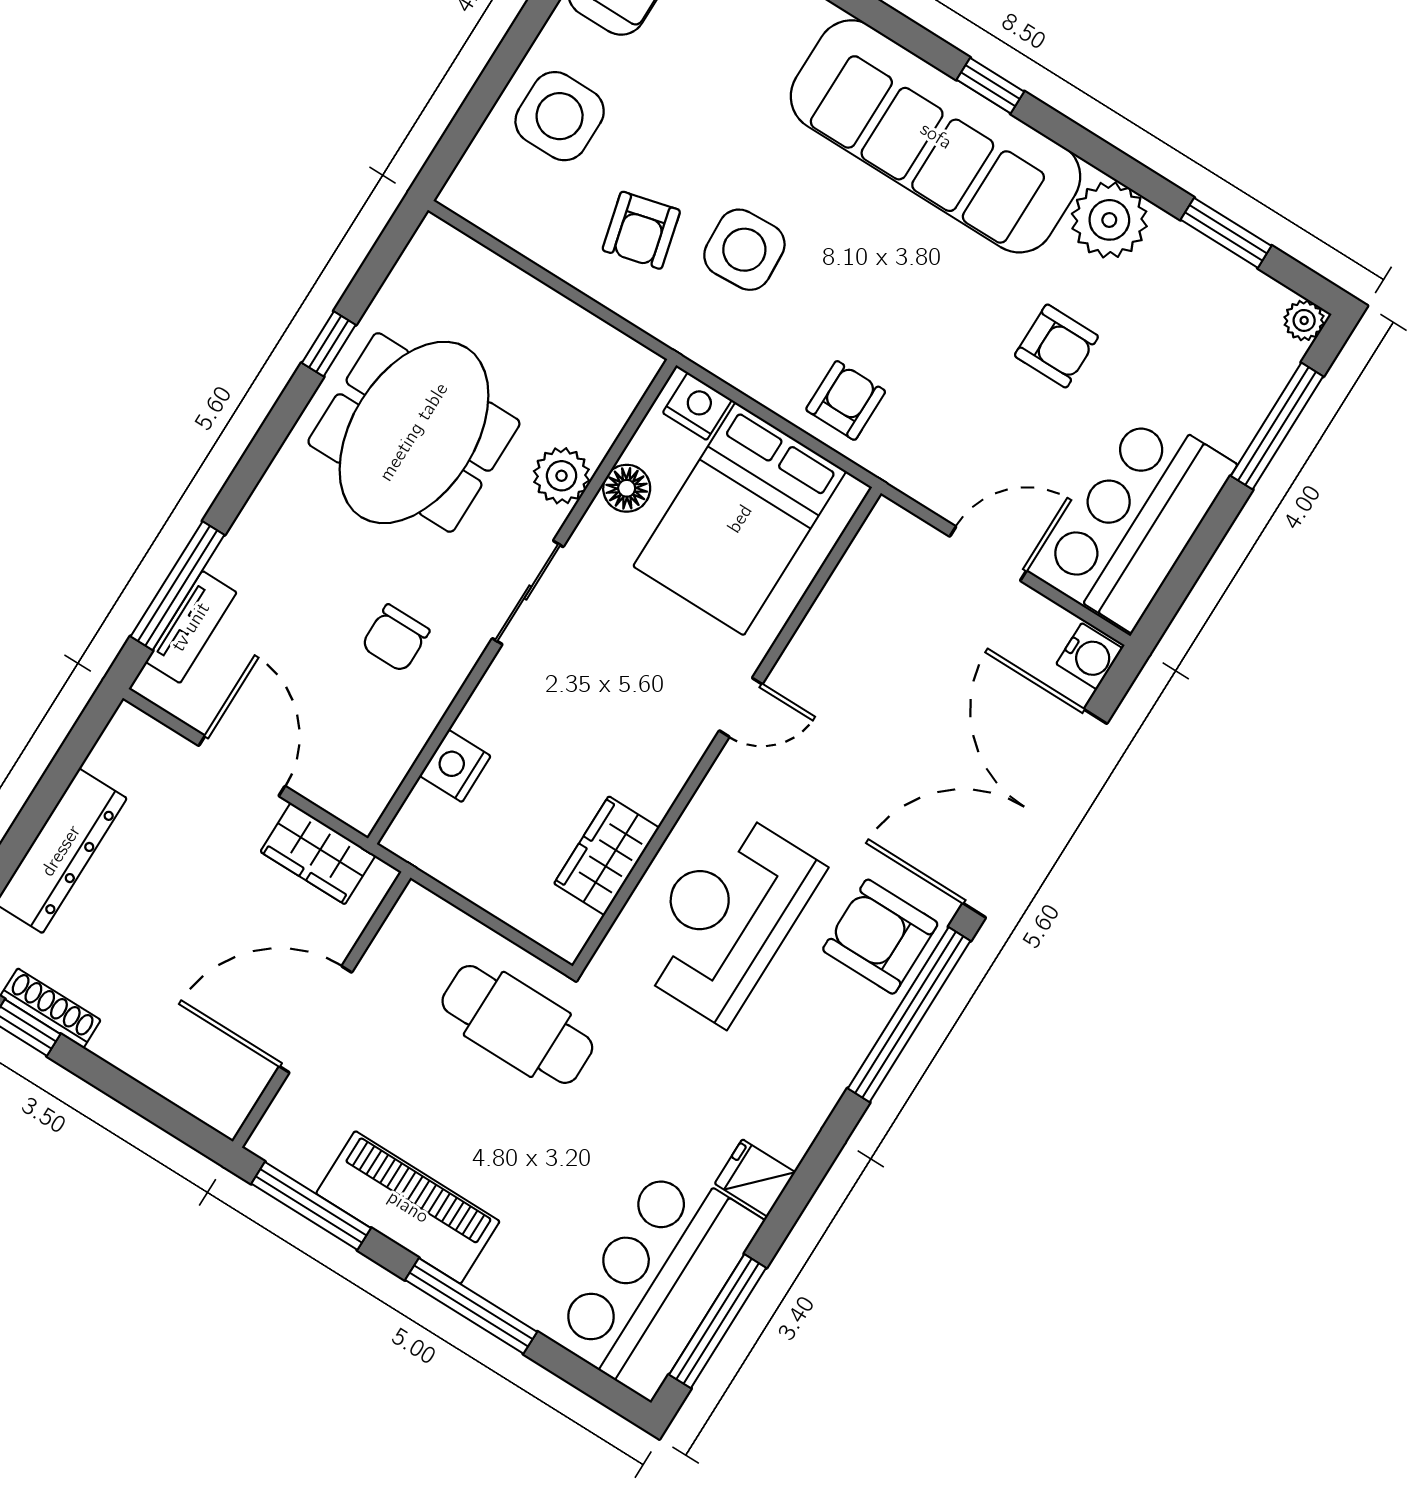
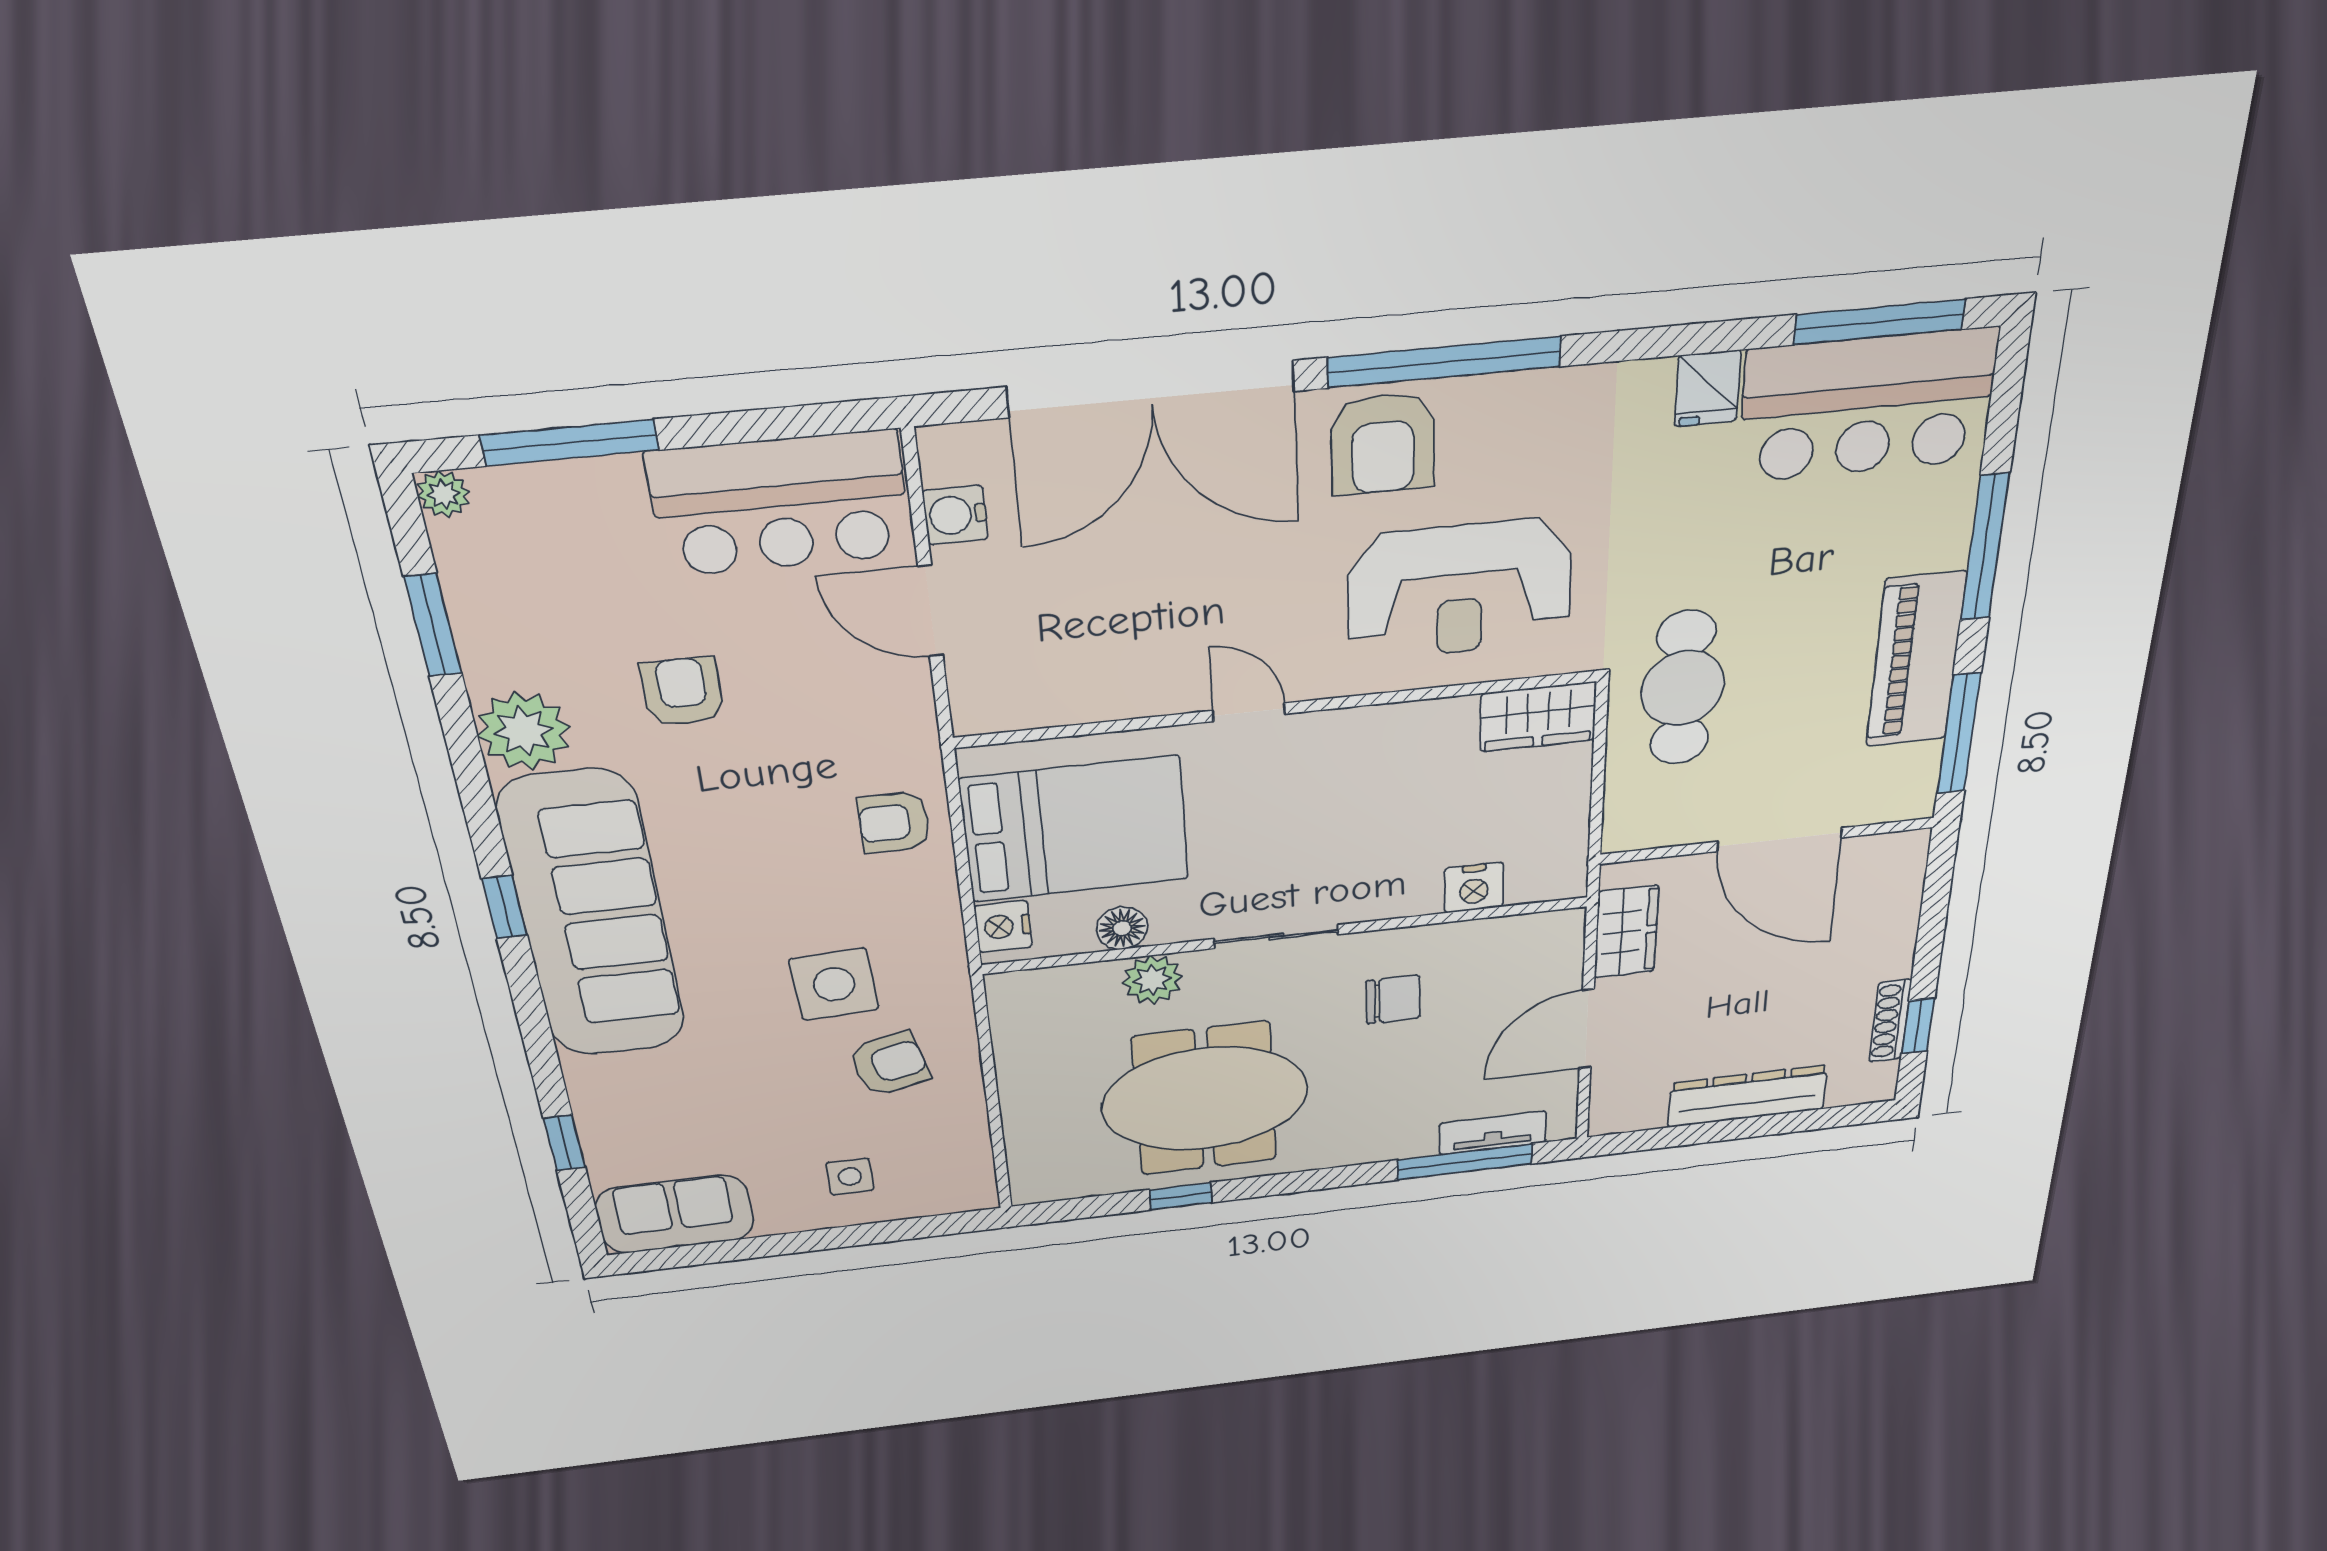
side table: (560, 116) -> (850, 1177), width x0.54, depth x0.54
water cooler: (1089, 656) -> (955, 515), moved, turned -90
wardrobe: (607, 856) -> (1538, 717), moved

